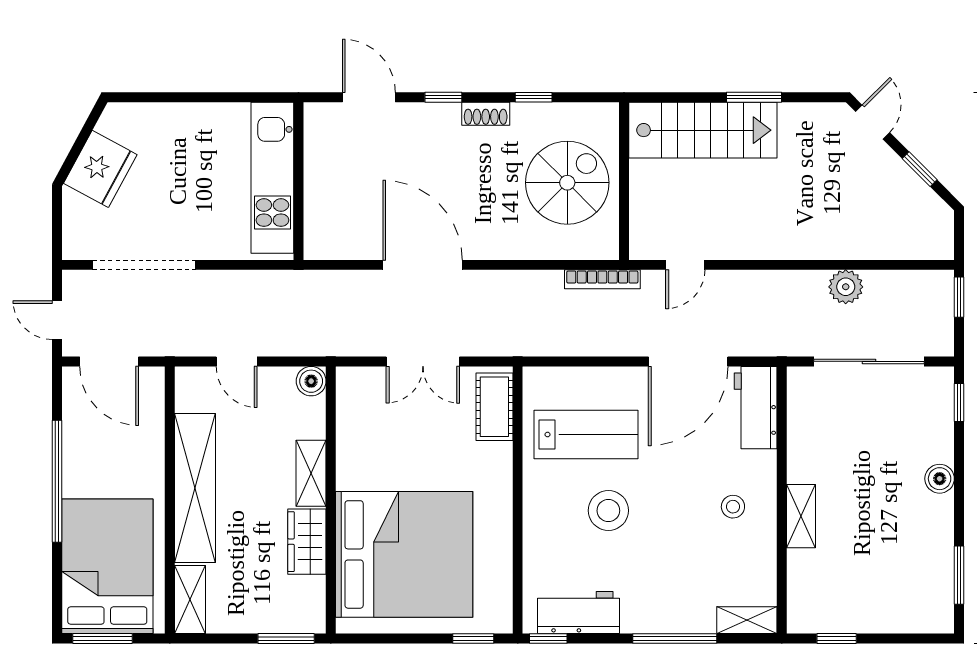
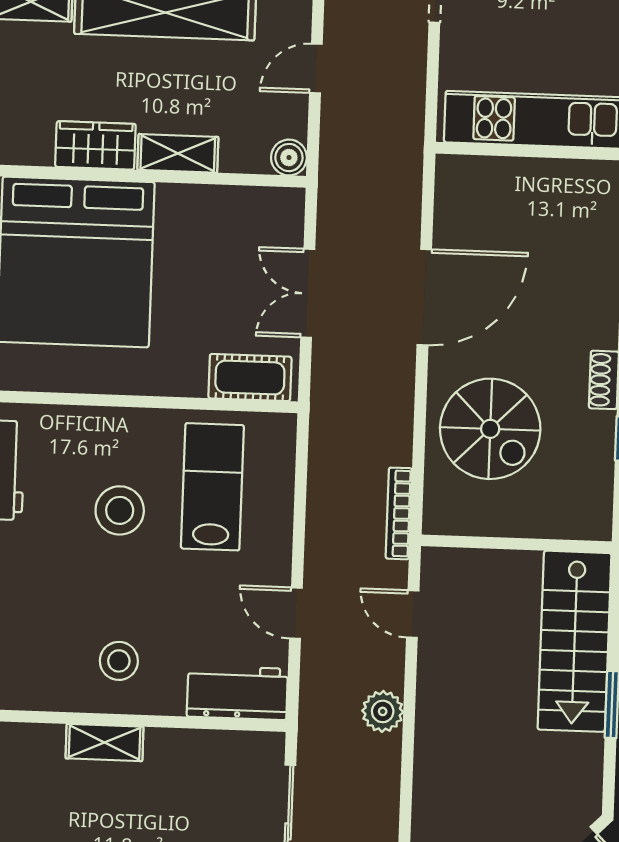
spiral stairs: (567, 183) -> (490, 429), moved
plant: (846, 287) -> (383, 711), moved
door: (688, 361) -> (296, 613), width x0.53
lab bench: (586, 435) -> (212, 487), turned 180
stool: (733, 507) -> (119, 661), width x1.37, depth x1.37

